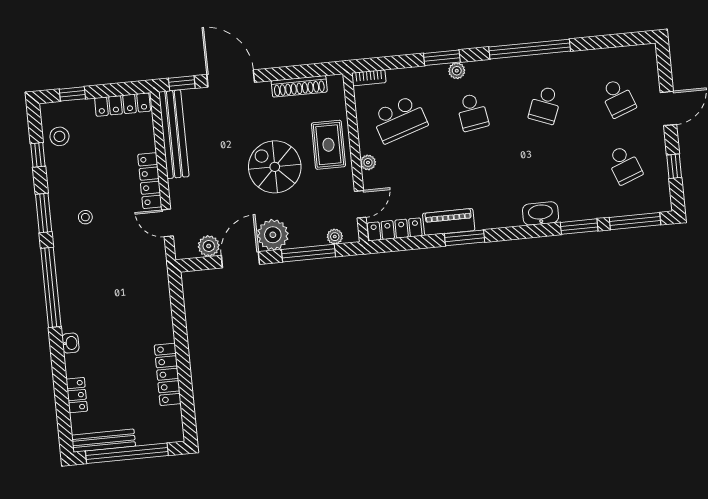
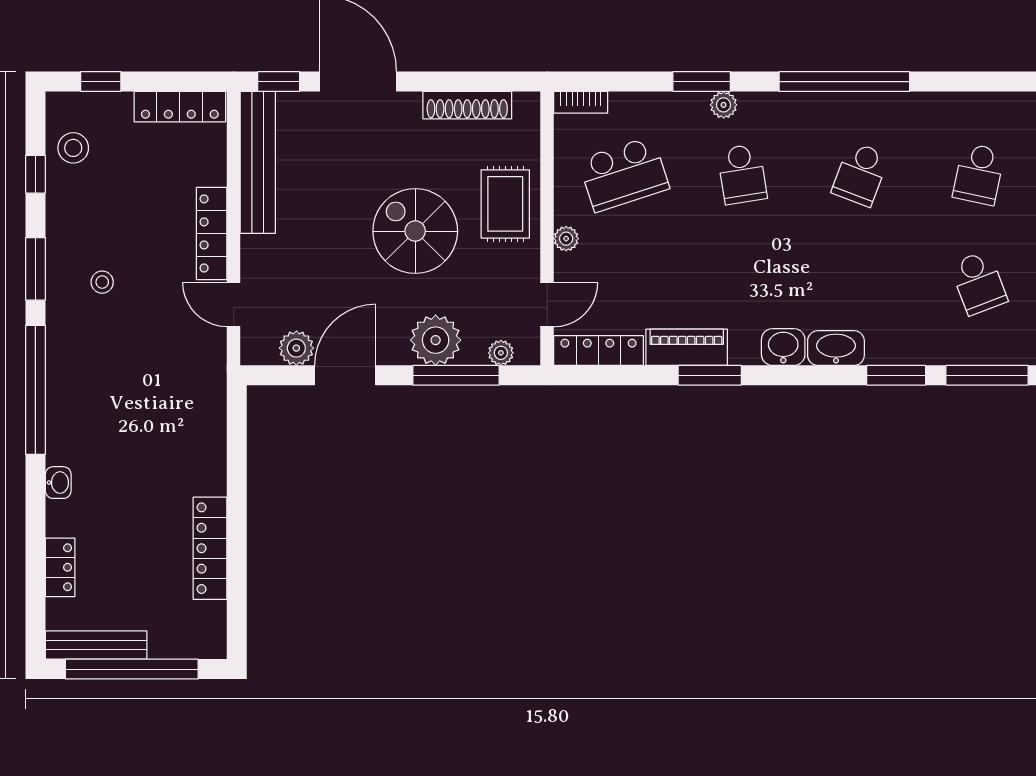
school desk: (618, 98) -> (979, 174), turned 33
washbasin: (508, 216) -> (783, 347), added
plant: (273, 235) -> (436, 340), moved

